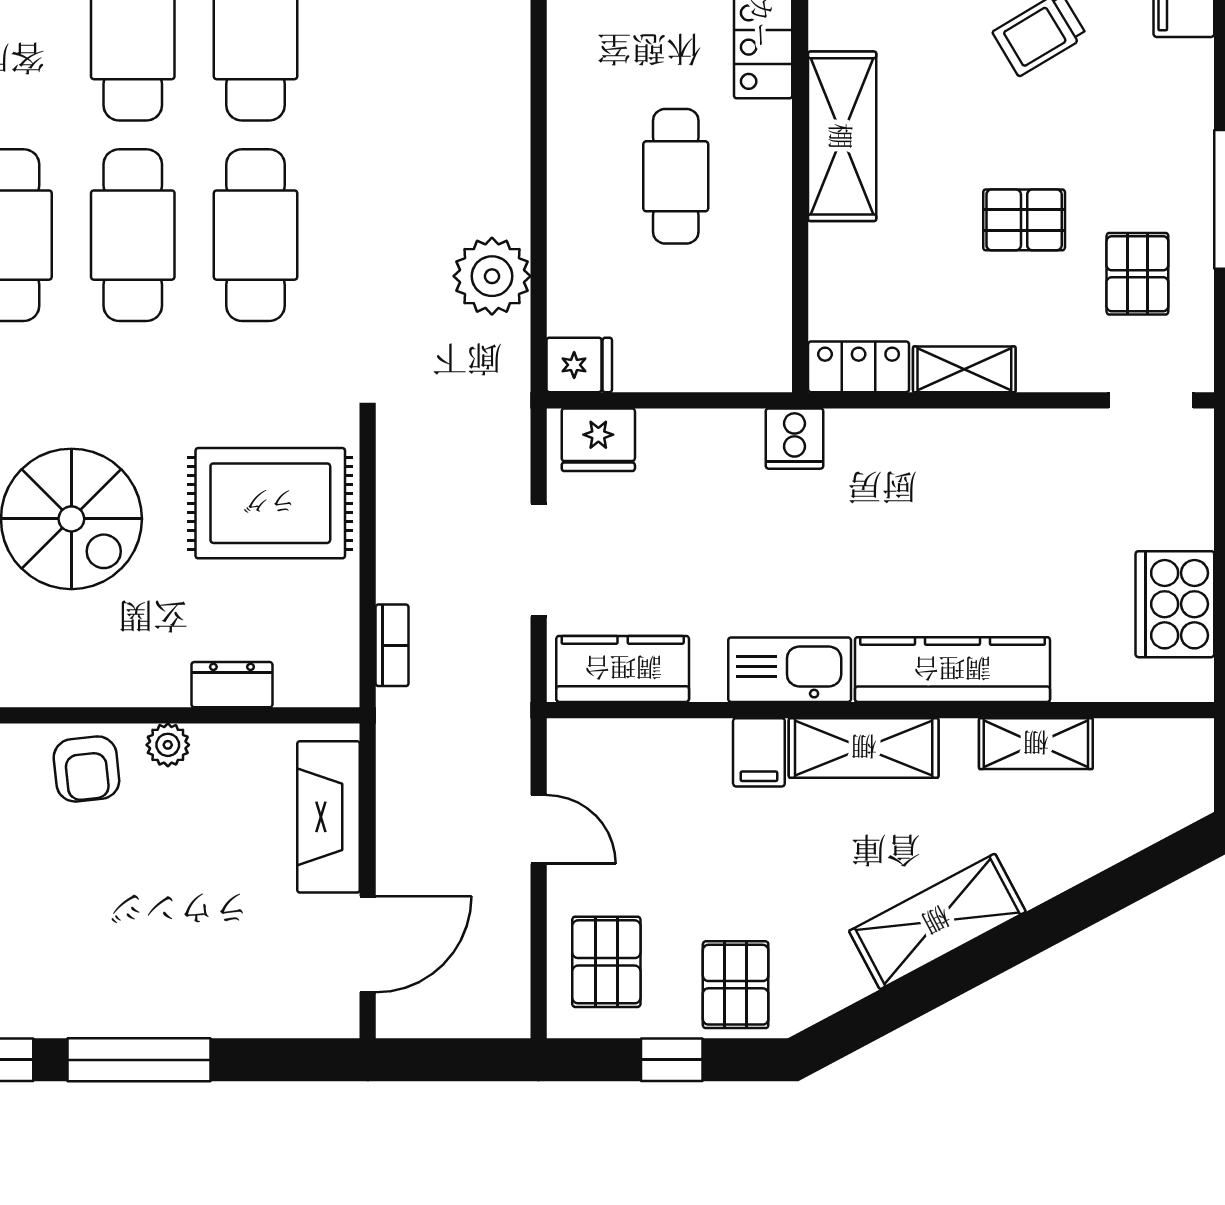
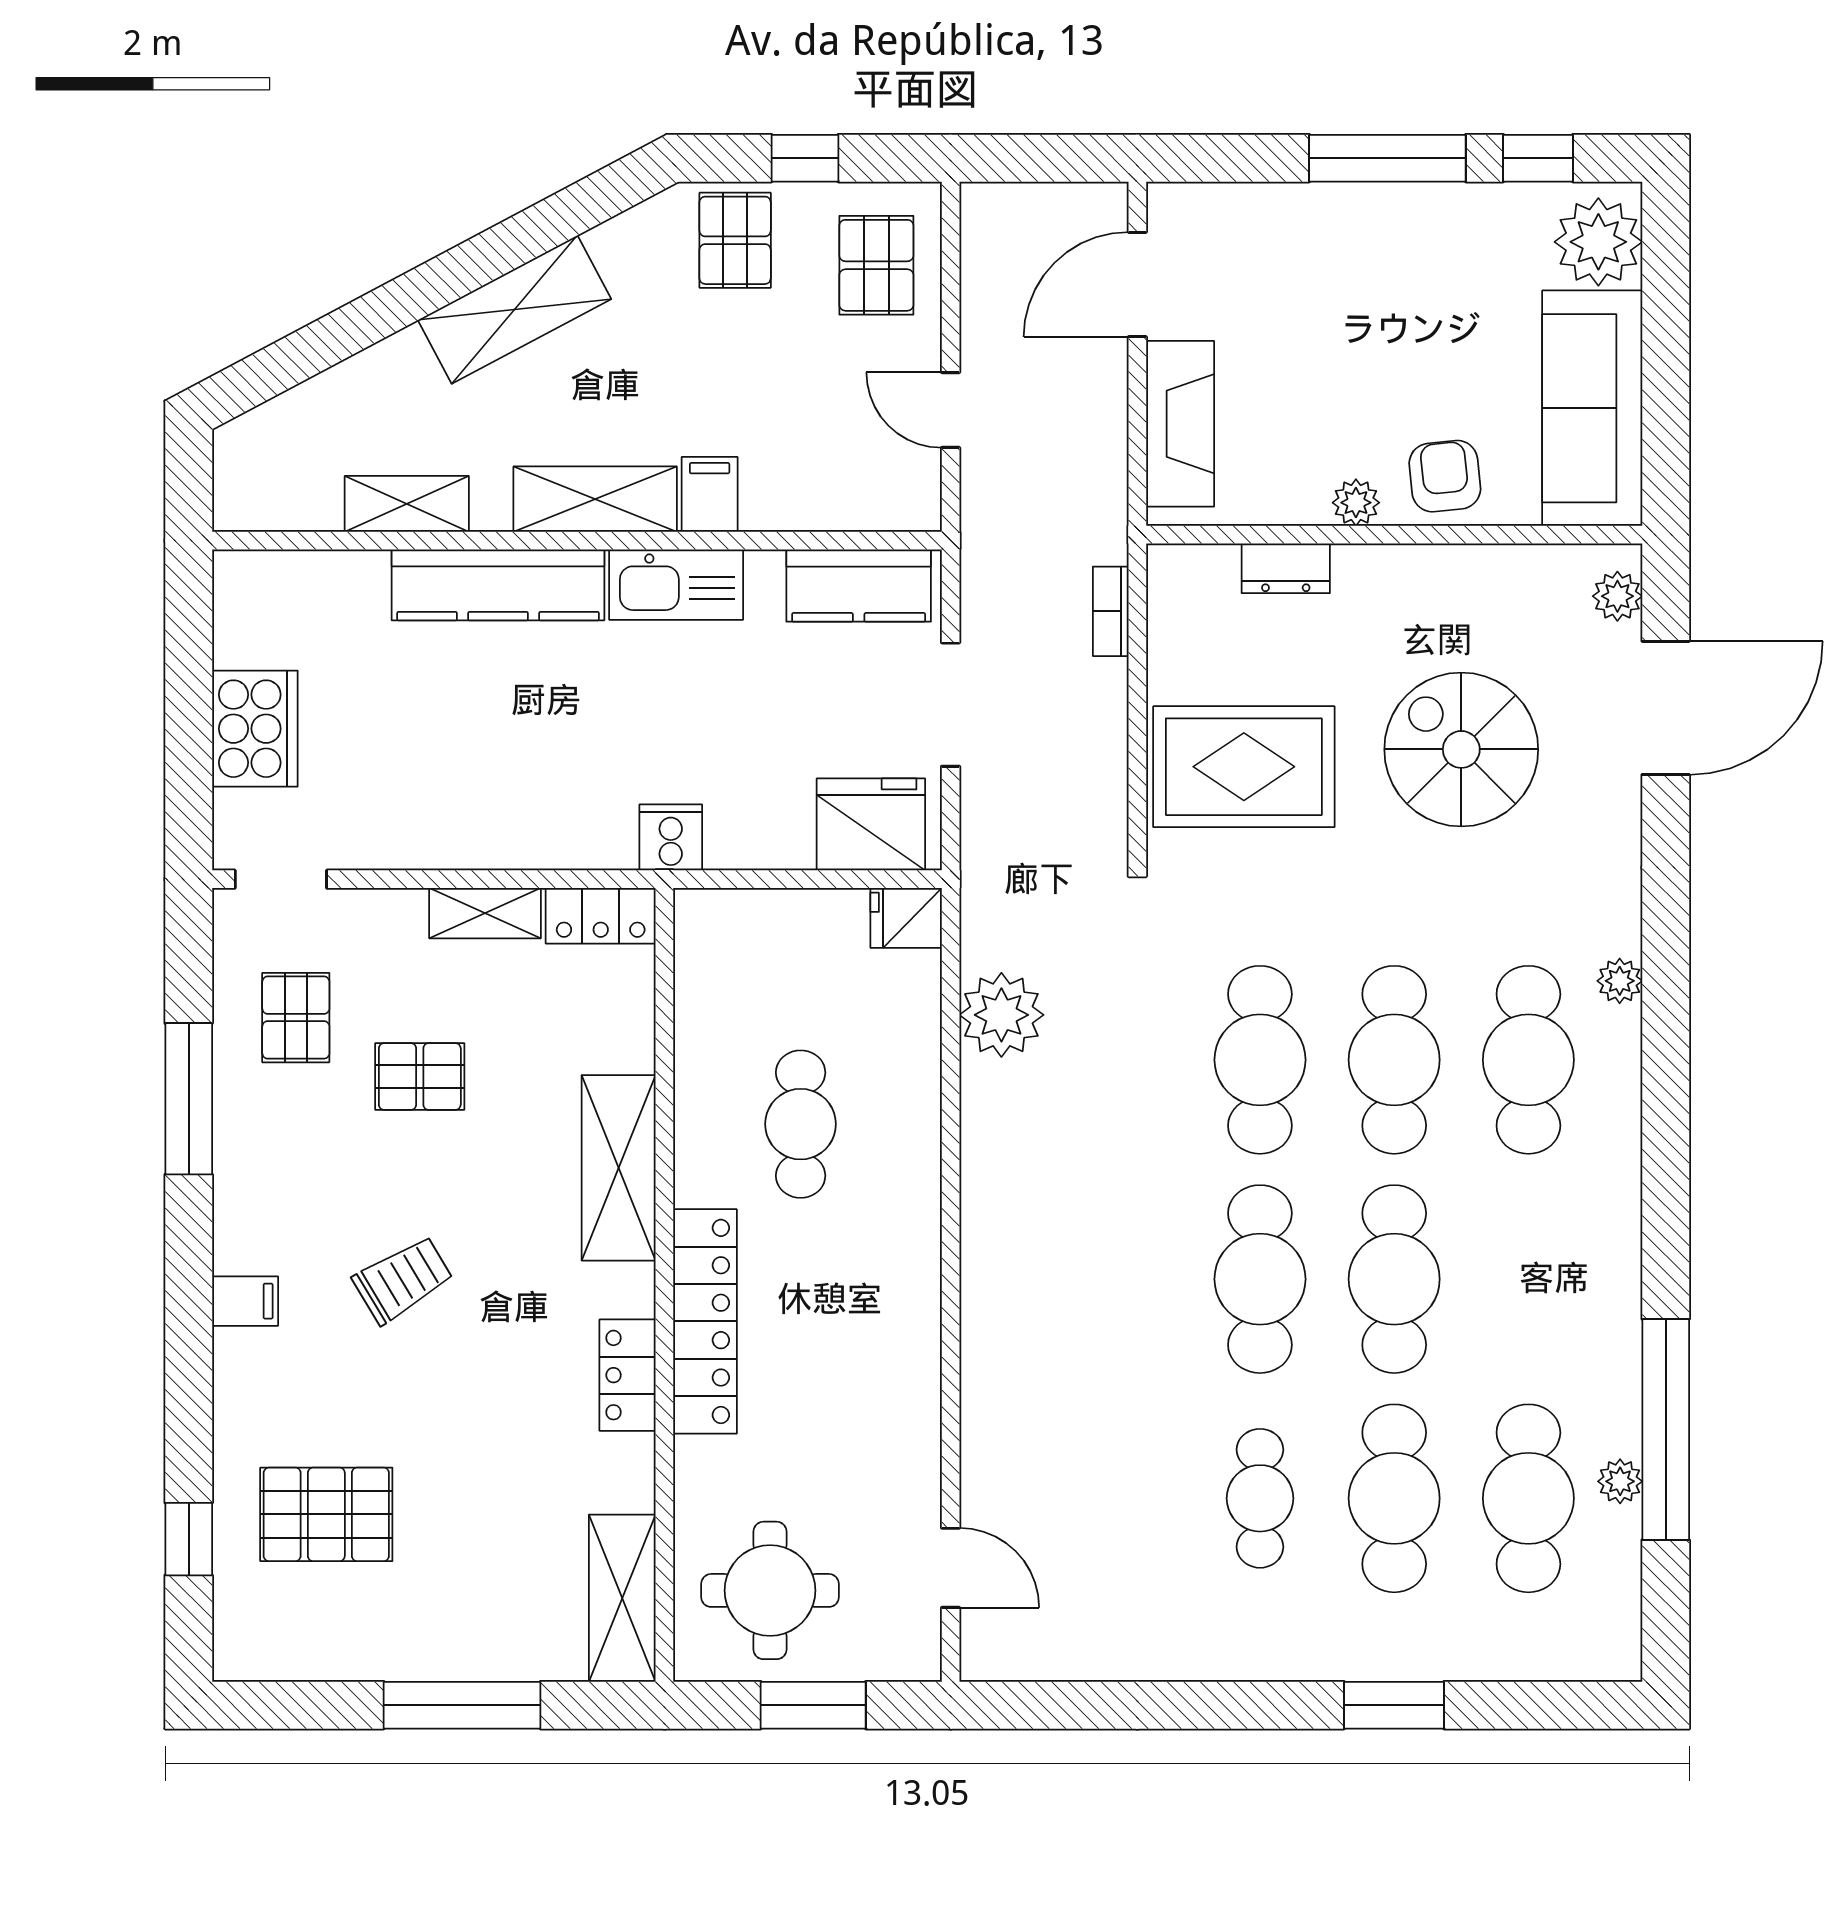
fridge: (598, 440) -> (871, 824), width x1.36, depth x1.34
cooker: (1175, 604) -> (255, 729), moved

